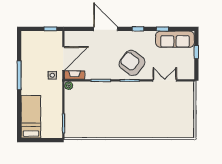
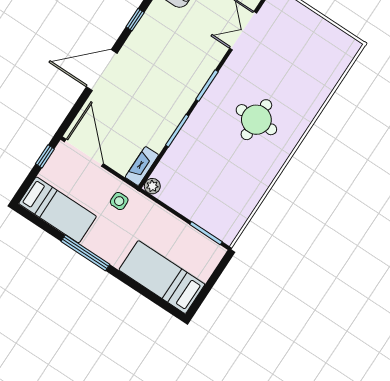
bed: (30, 50) -> (58, 210), added
door: (63, 59) -> (84, 153), moved
armchair: (132, 63) -> (182, 64), removed
round table: (129, 113) -> (256, 120), added

